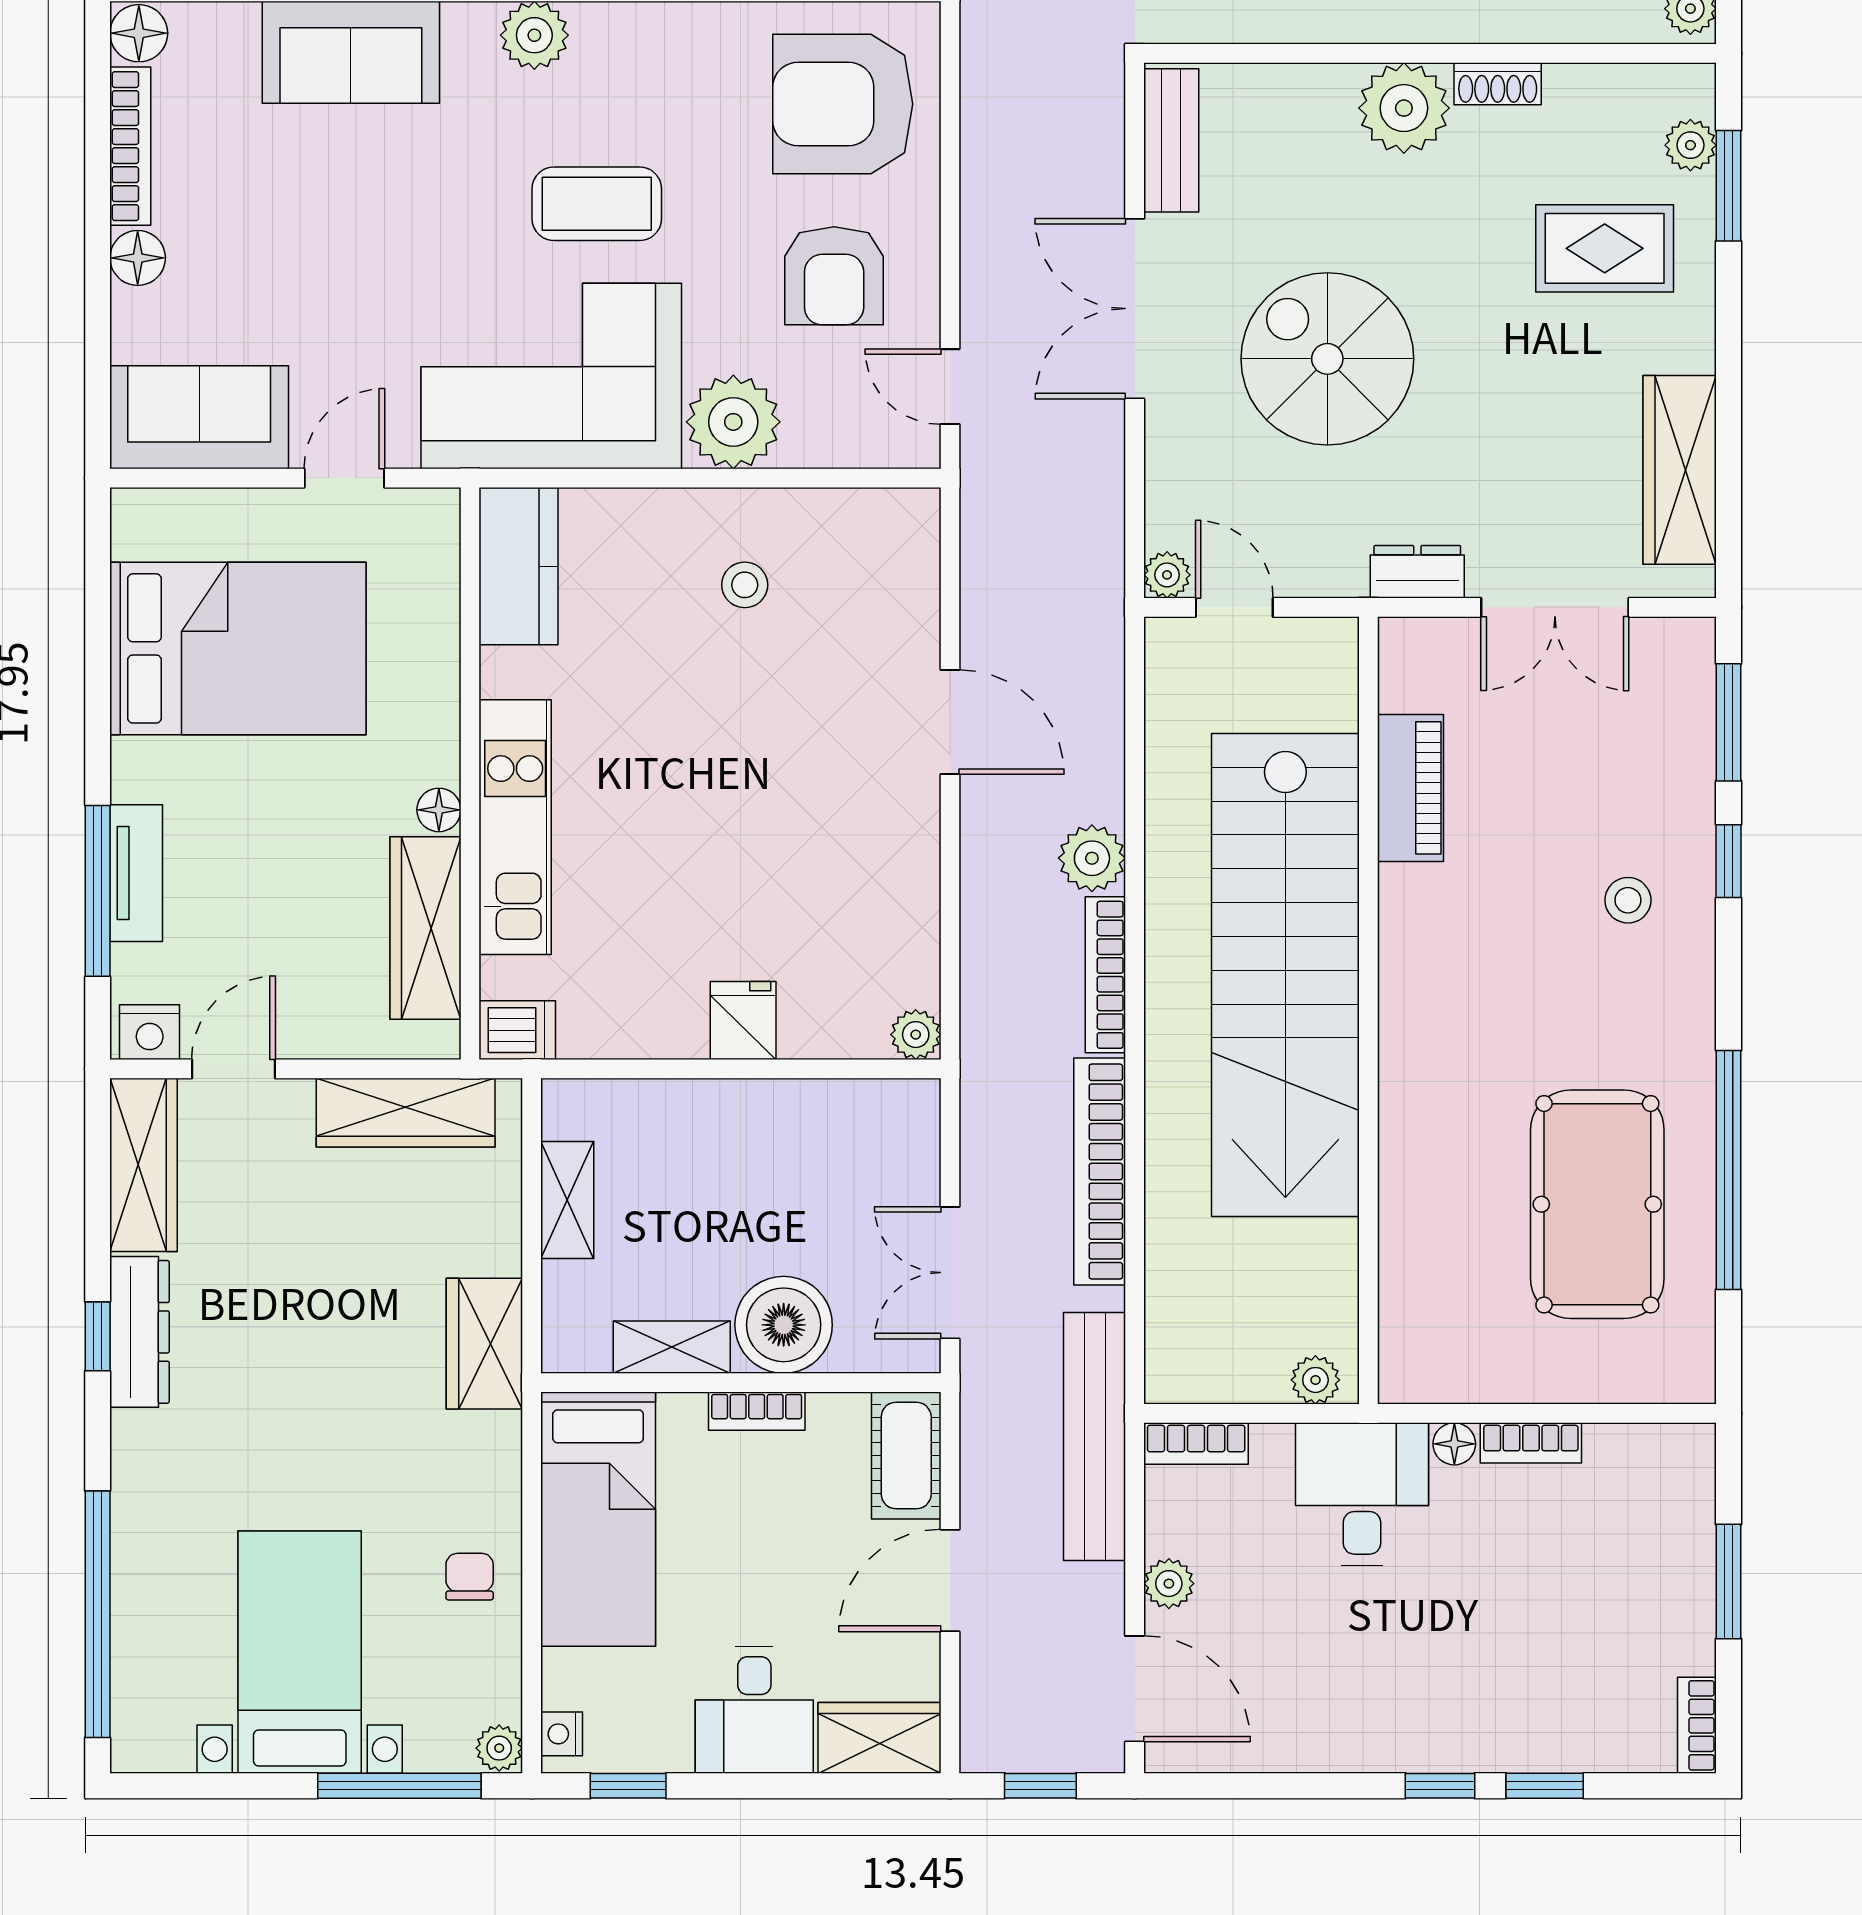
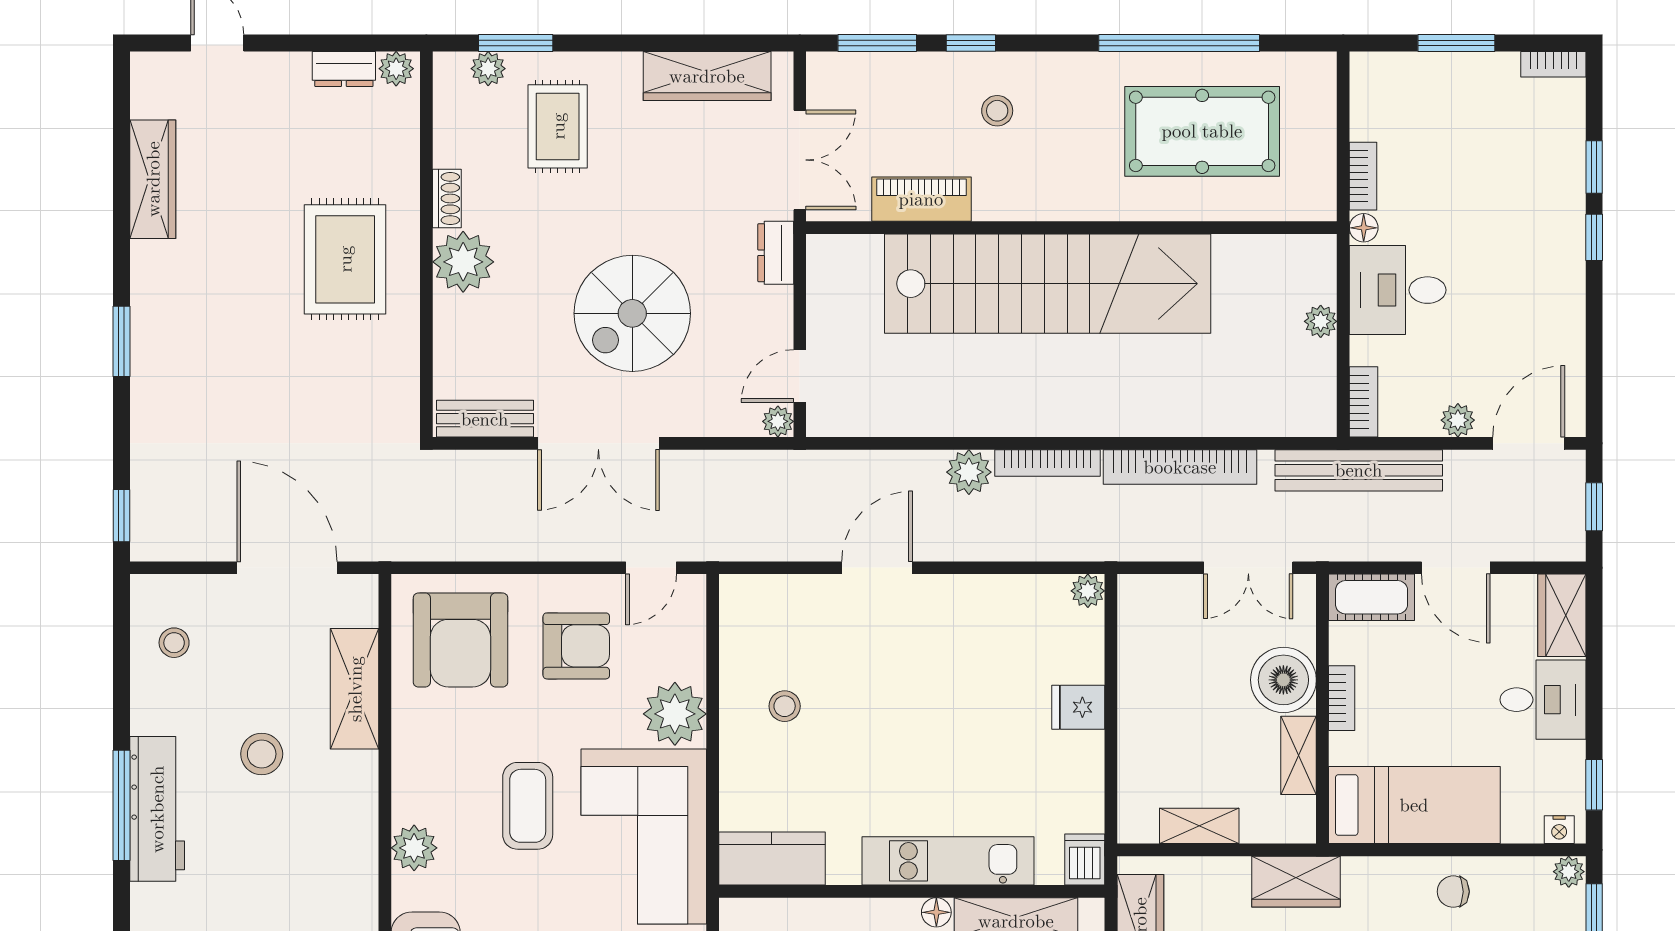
piano: (1411, 788) -> (921, 199), moved
stairs: (1285, 975) -> (1048, 284), moved
wall: (1368, 1010) -> (1071, 228), moved

